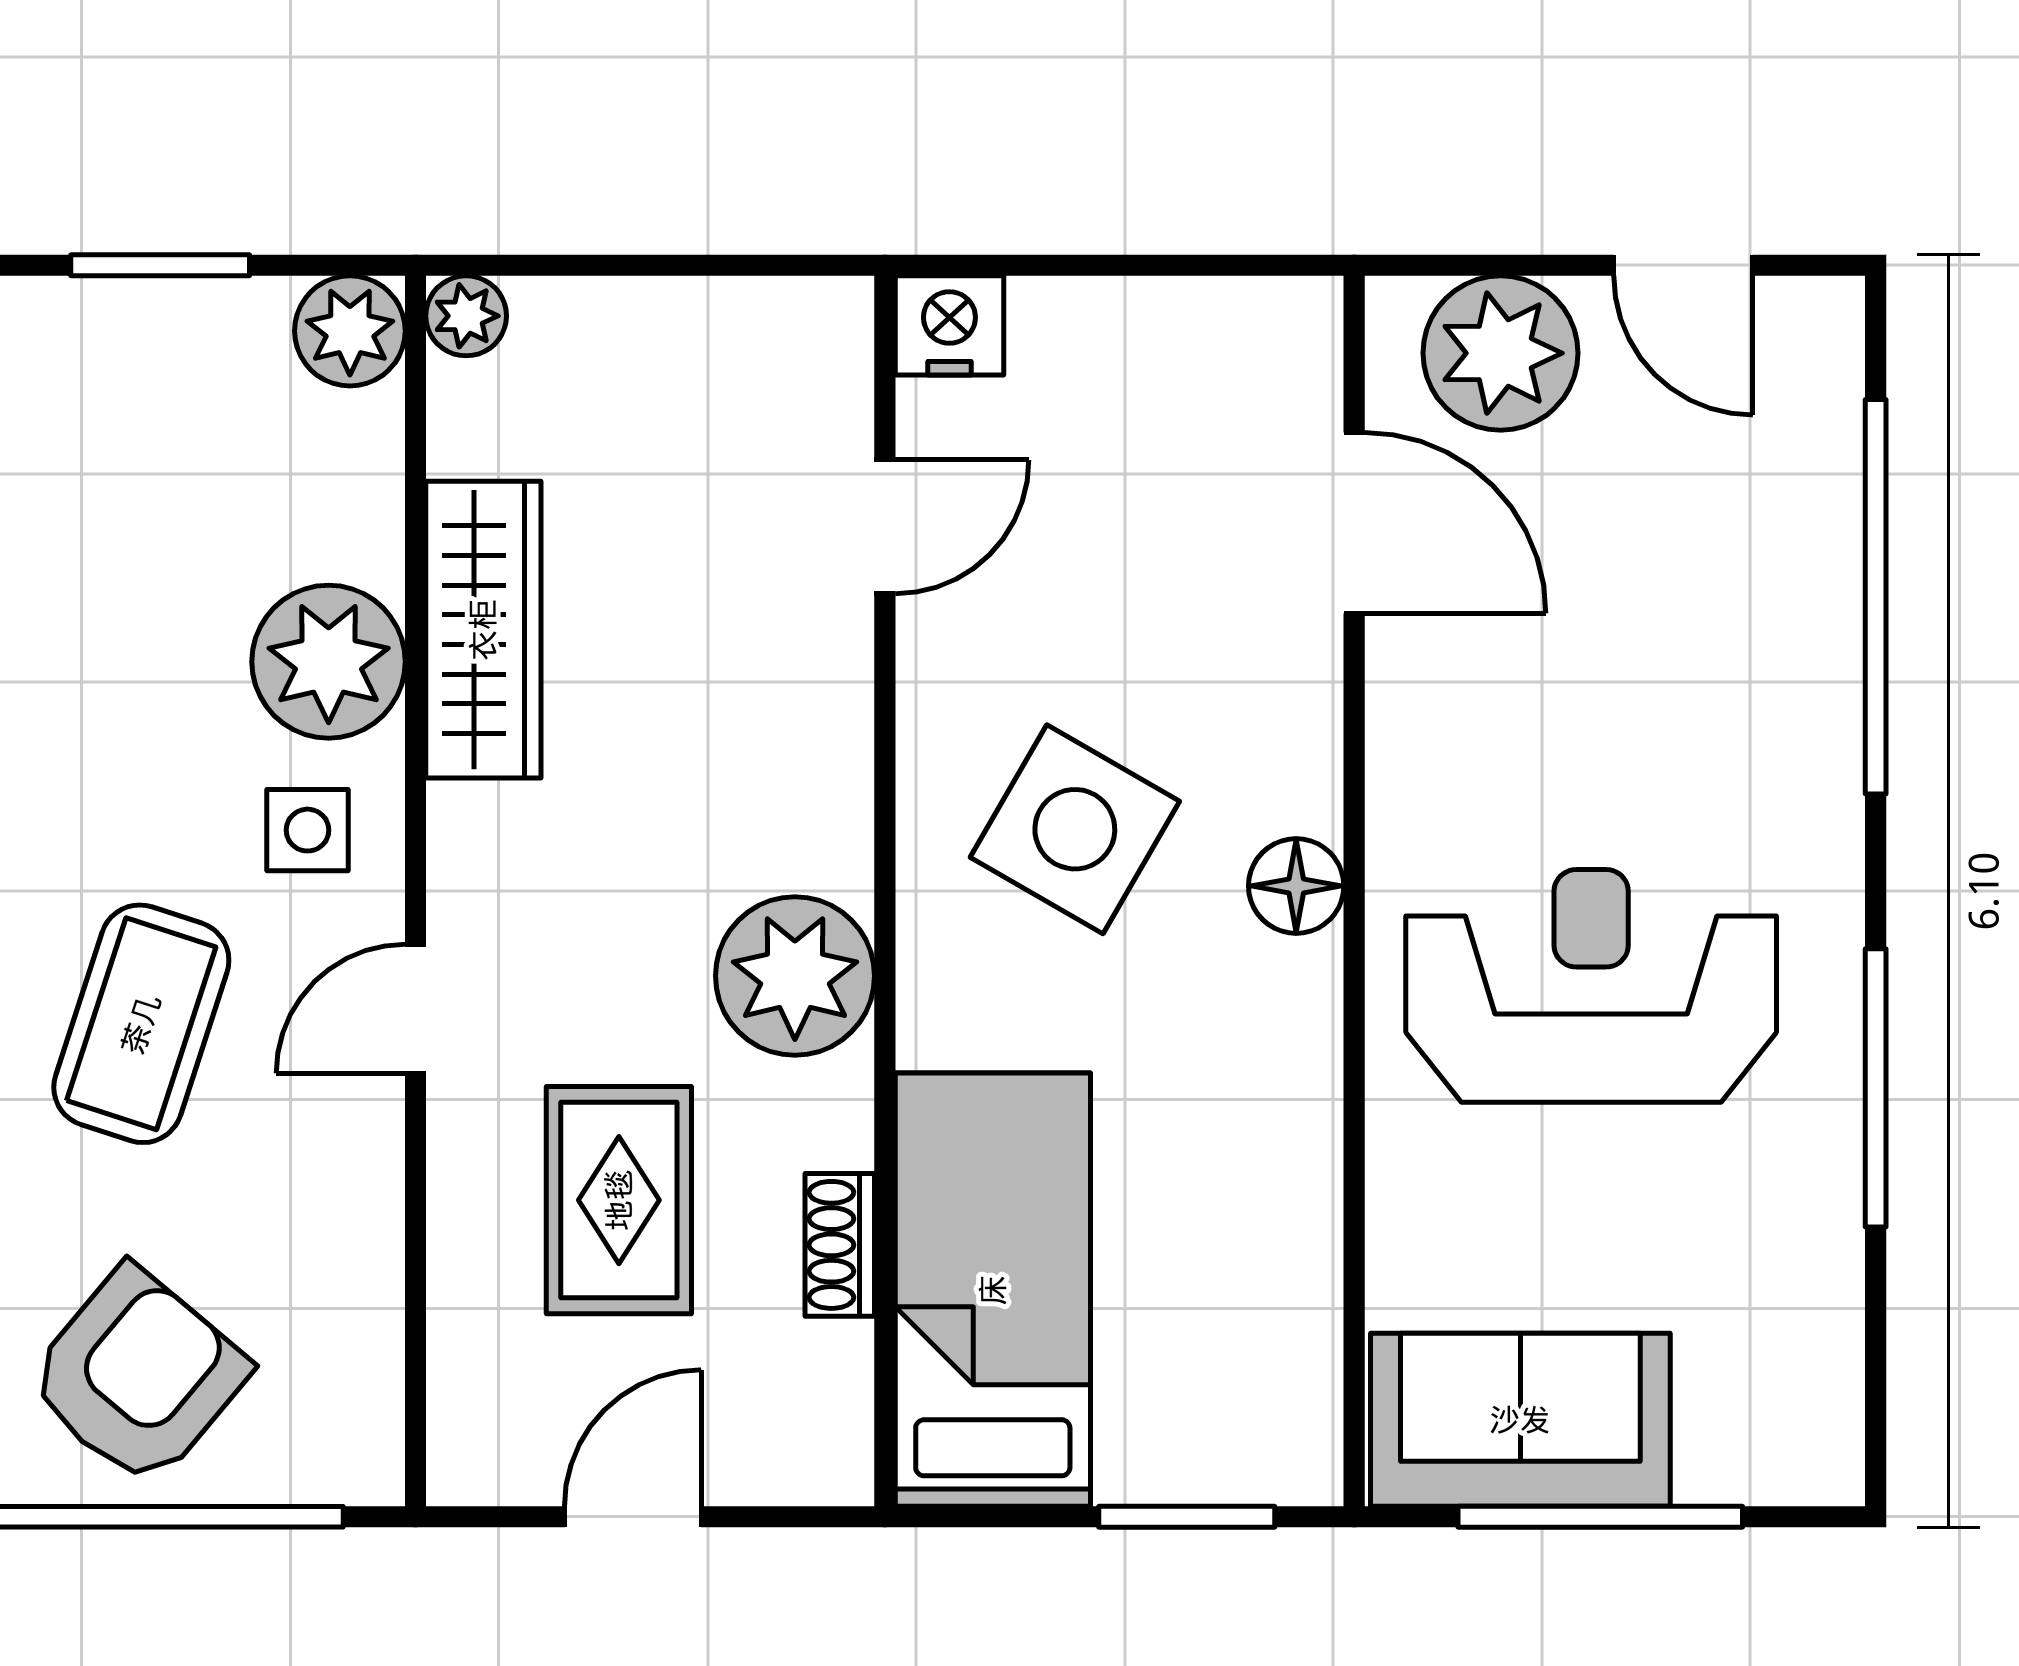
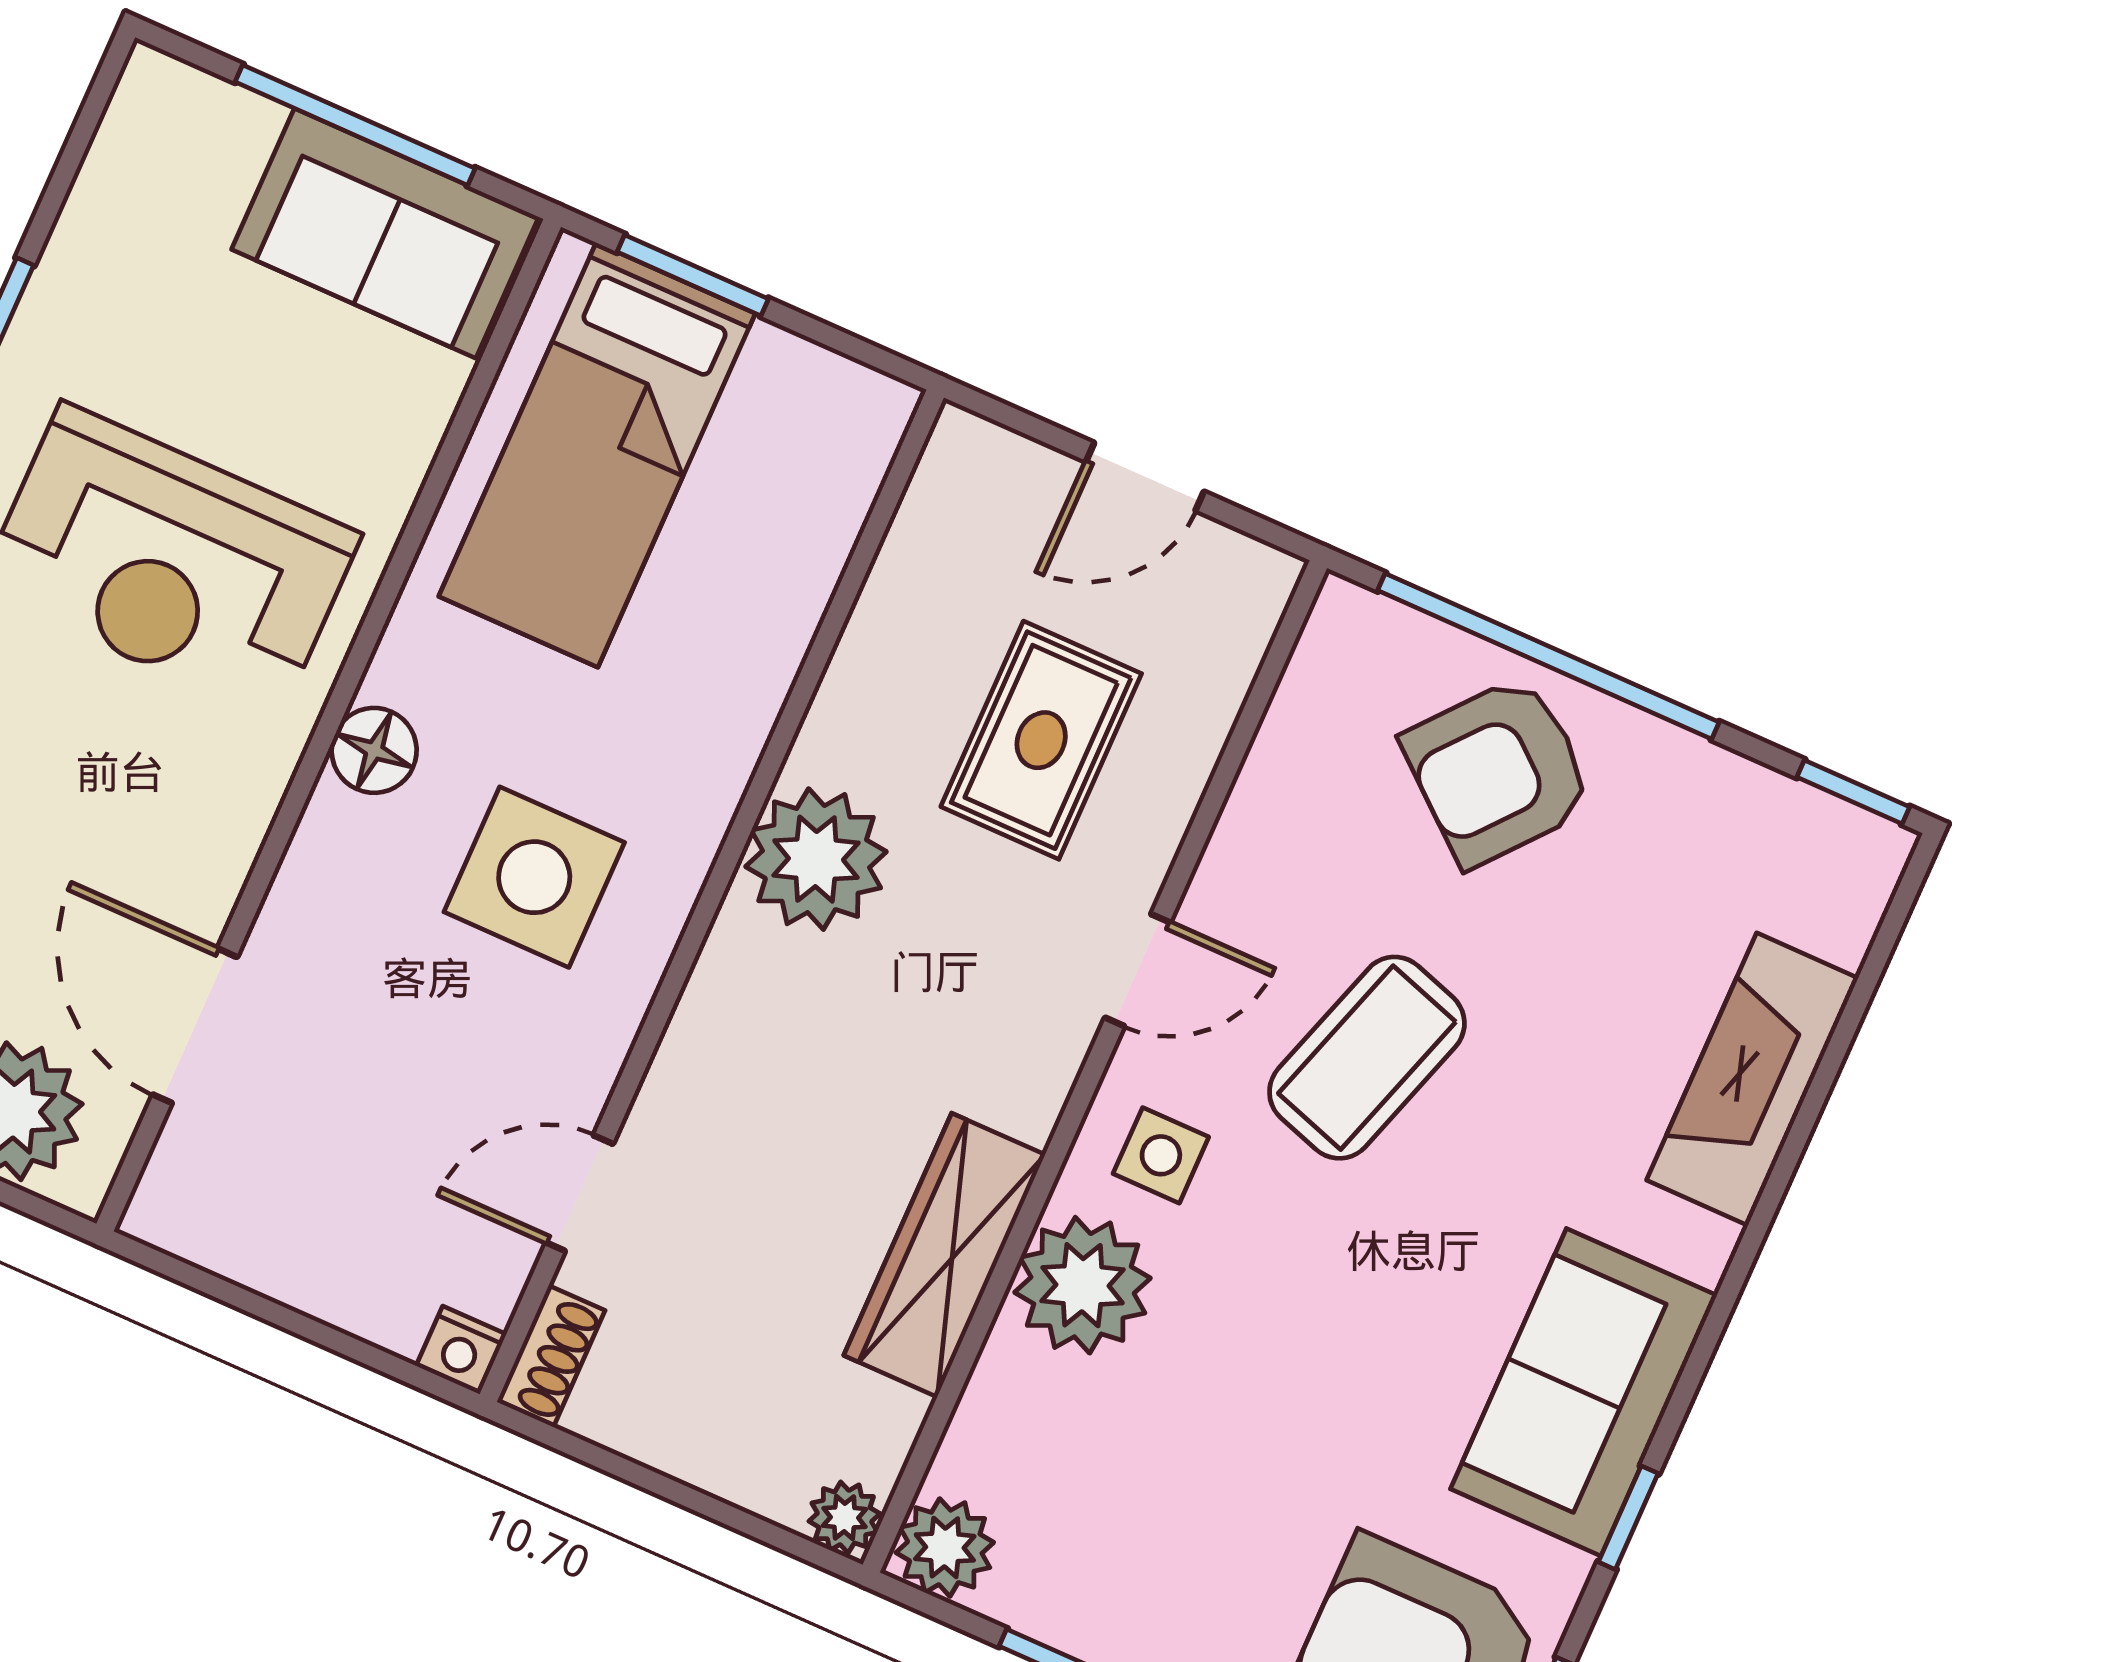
nightstand: (949, 325) -> (461, 1350), width x0.72, depth x0.74
side table: (1075, 829) -> (534, 877), turned -30
shoe rack: (840, 1245) -> (551, 1356), moved
bed: (993, 1290) -> (597, 455), moved

